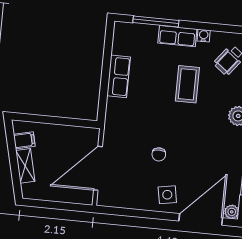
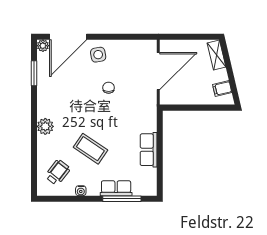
row of seats: (177, 36) -> (116, 188), moved
coffee table: (187, 84) -> (90, 149), turned -56
shelving: (25, 166) -> (216, 55), moved

